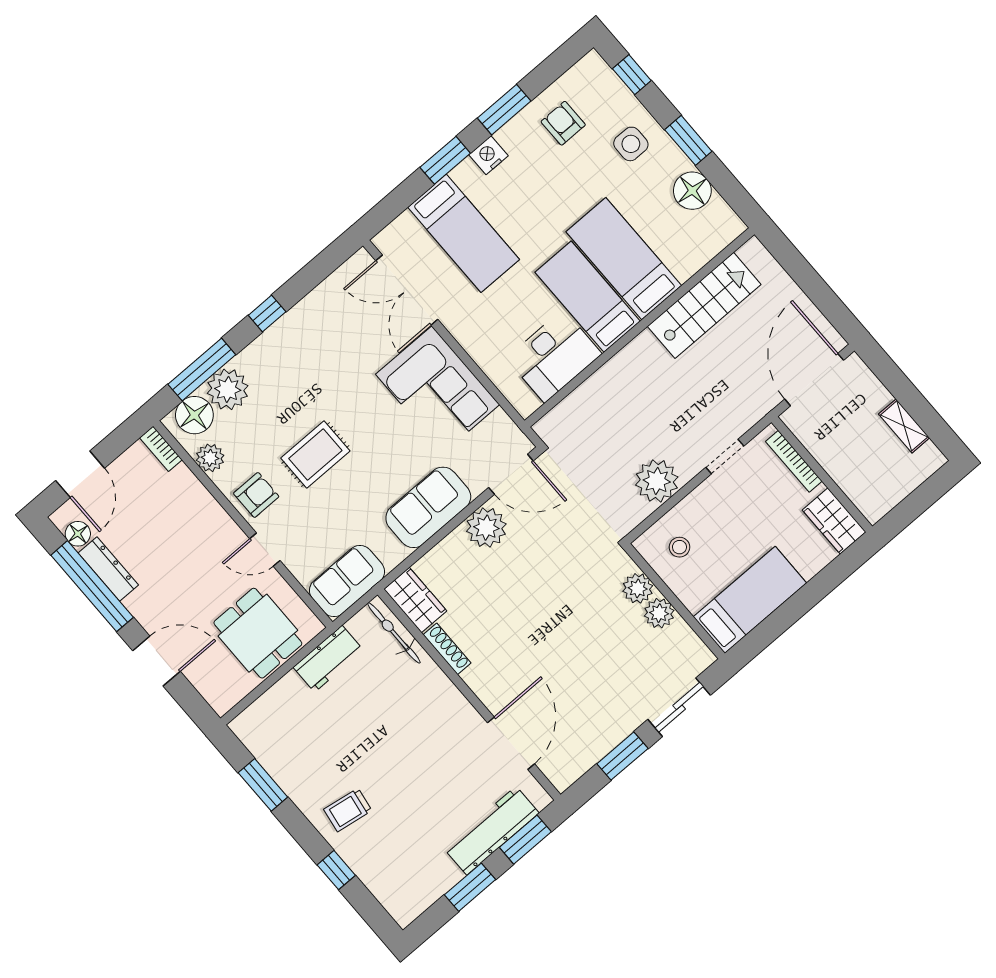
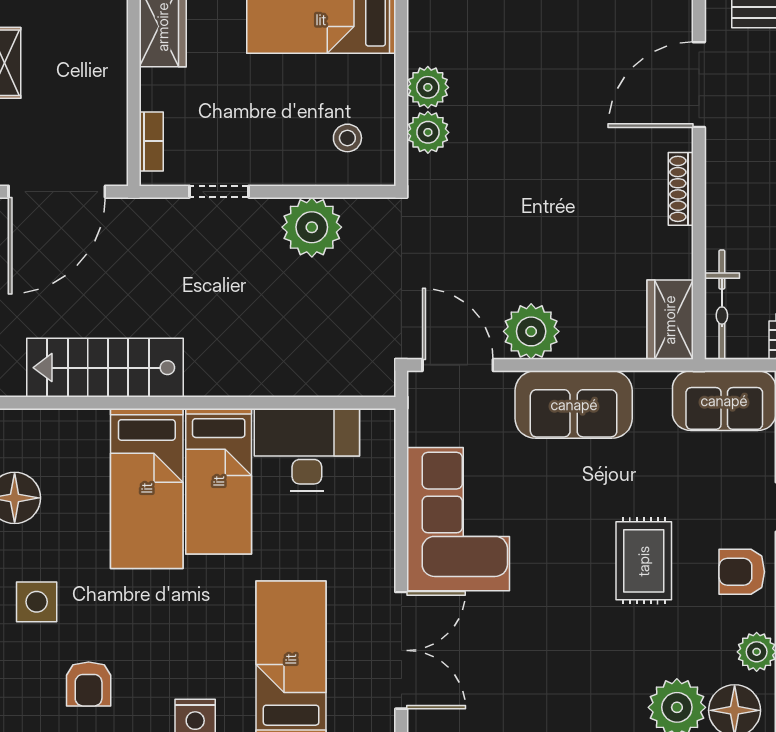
rug: (315, 455) -> (644, 561), turned 90
bookcase: (794, 461) -> (151, 141), width x0.64
shoe rack: (447, 649) -> (681, 189), moved

